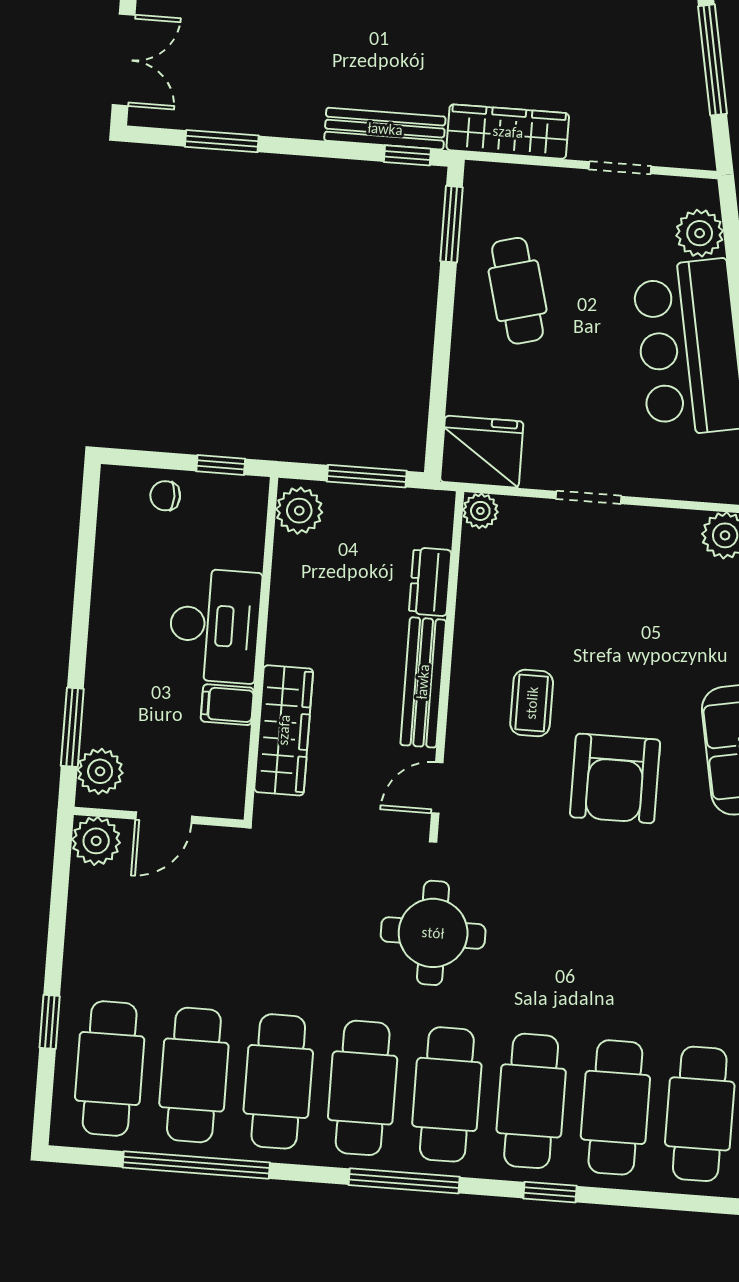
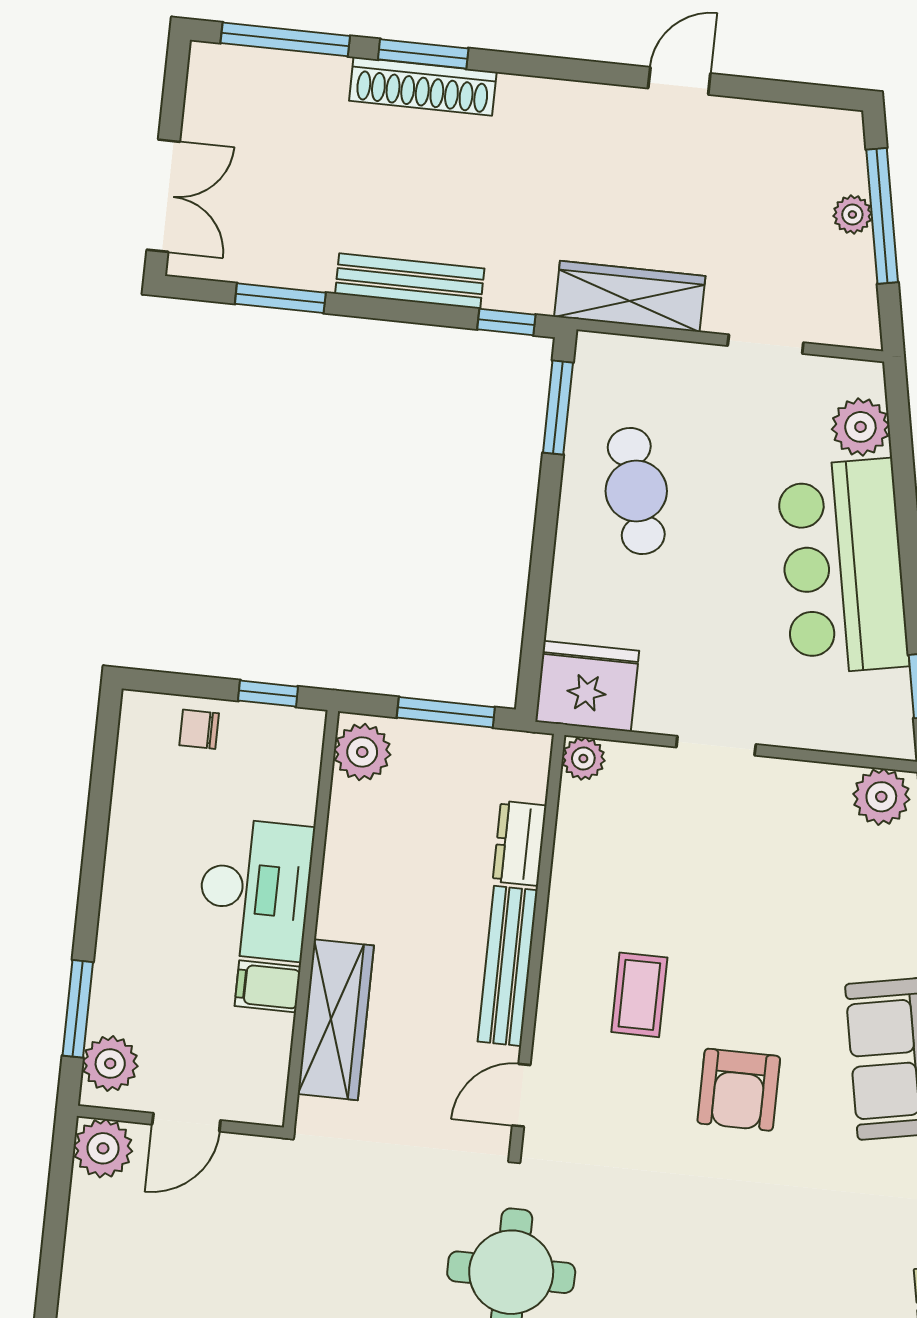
plant: (688, 59) -> (852, 215), added
bench: (385, 129) -> (410, 281), moved
armchair: (615, 778) -> (739, 1090), width x0.73, depth x0.73

